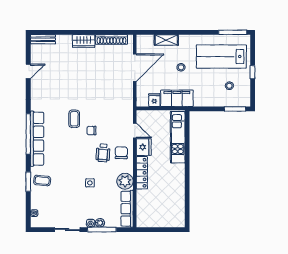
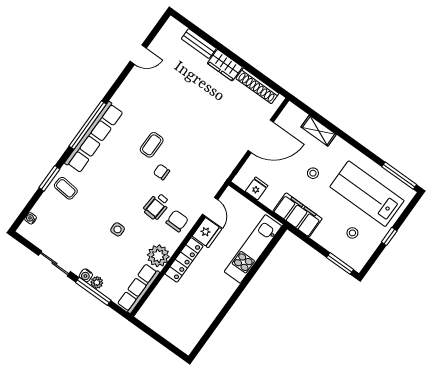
bench: (43, 39) -> (199, 44), moved
filing cabinet: (177, 98) -> (298, 215), moved

